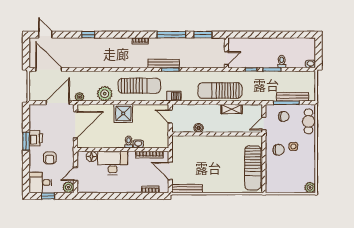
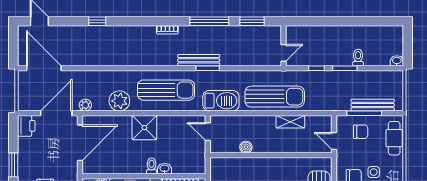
sun lounger: (220, 91) -> (275, 97), turned 180
barbecue: (174, 96) -> (221, 101), width x1.88, depth x1.53
door: (264, 123) -> (334, 141), hinge flipped
printer: (36, 138) -> (26, 126), moved

